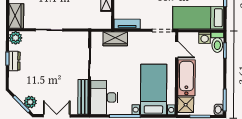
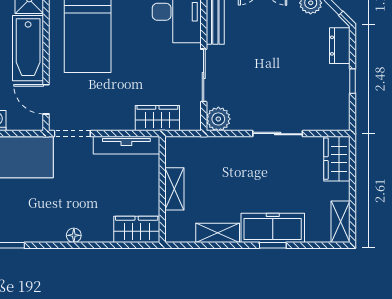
tv unit: (127, 24) -> (126, 145), width x1.41
plant: (16, 38) -> (218, 119), moved
dresser: (14, 61) -> (340, 46), moved

